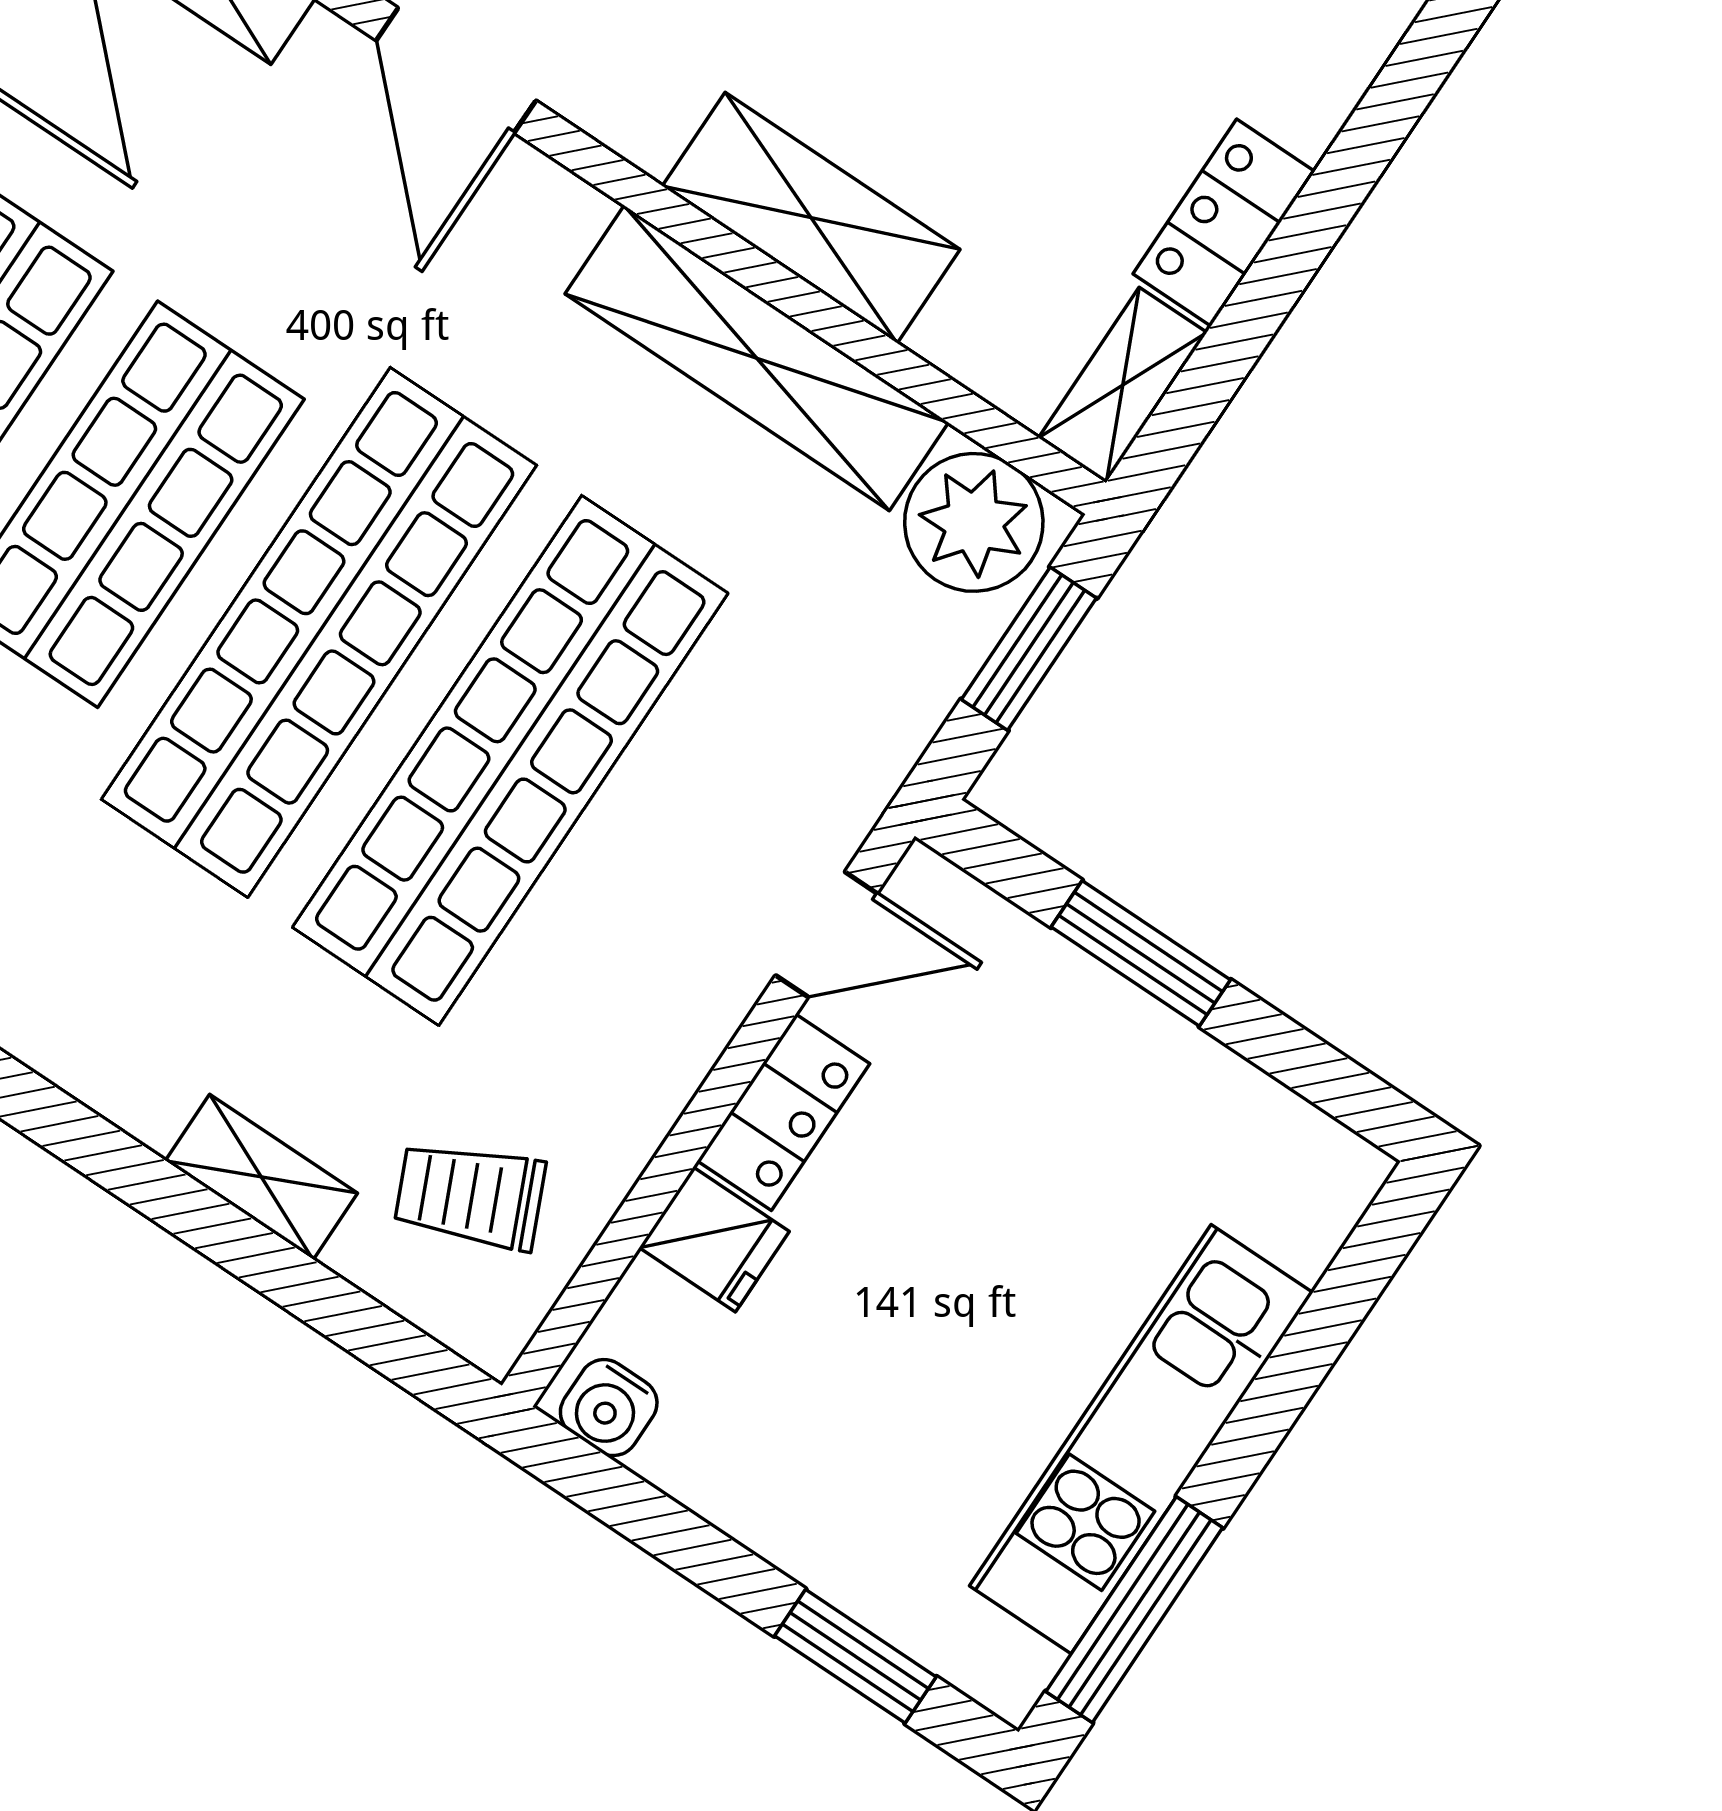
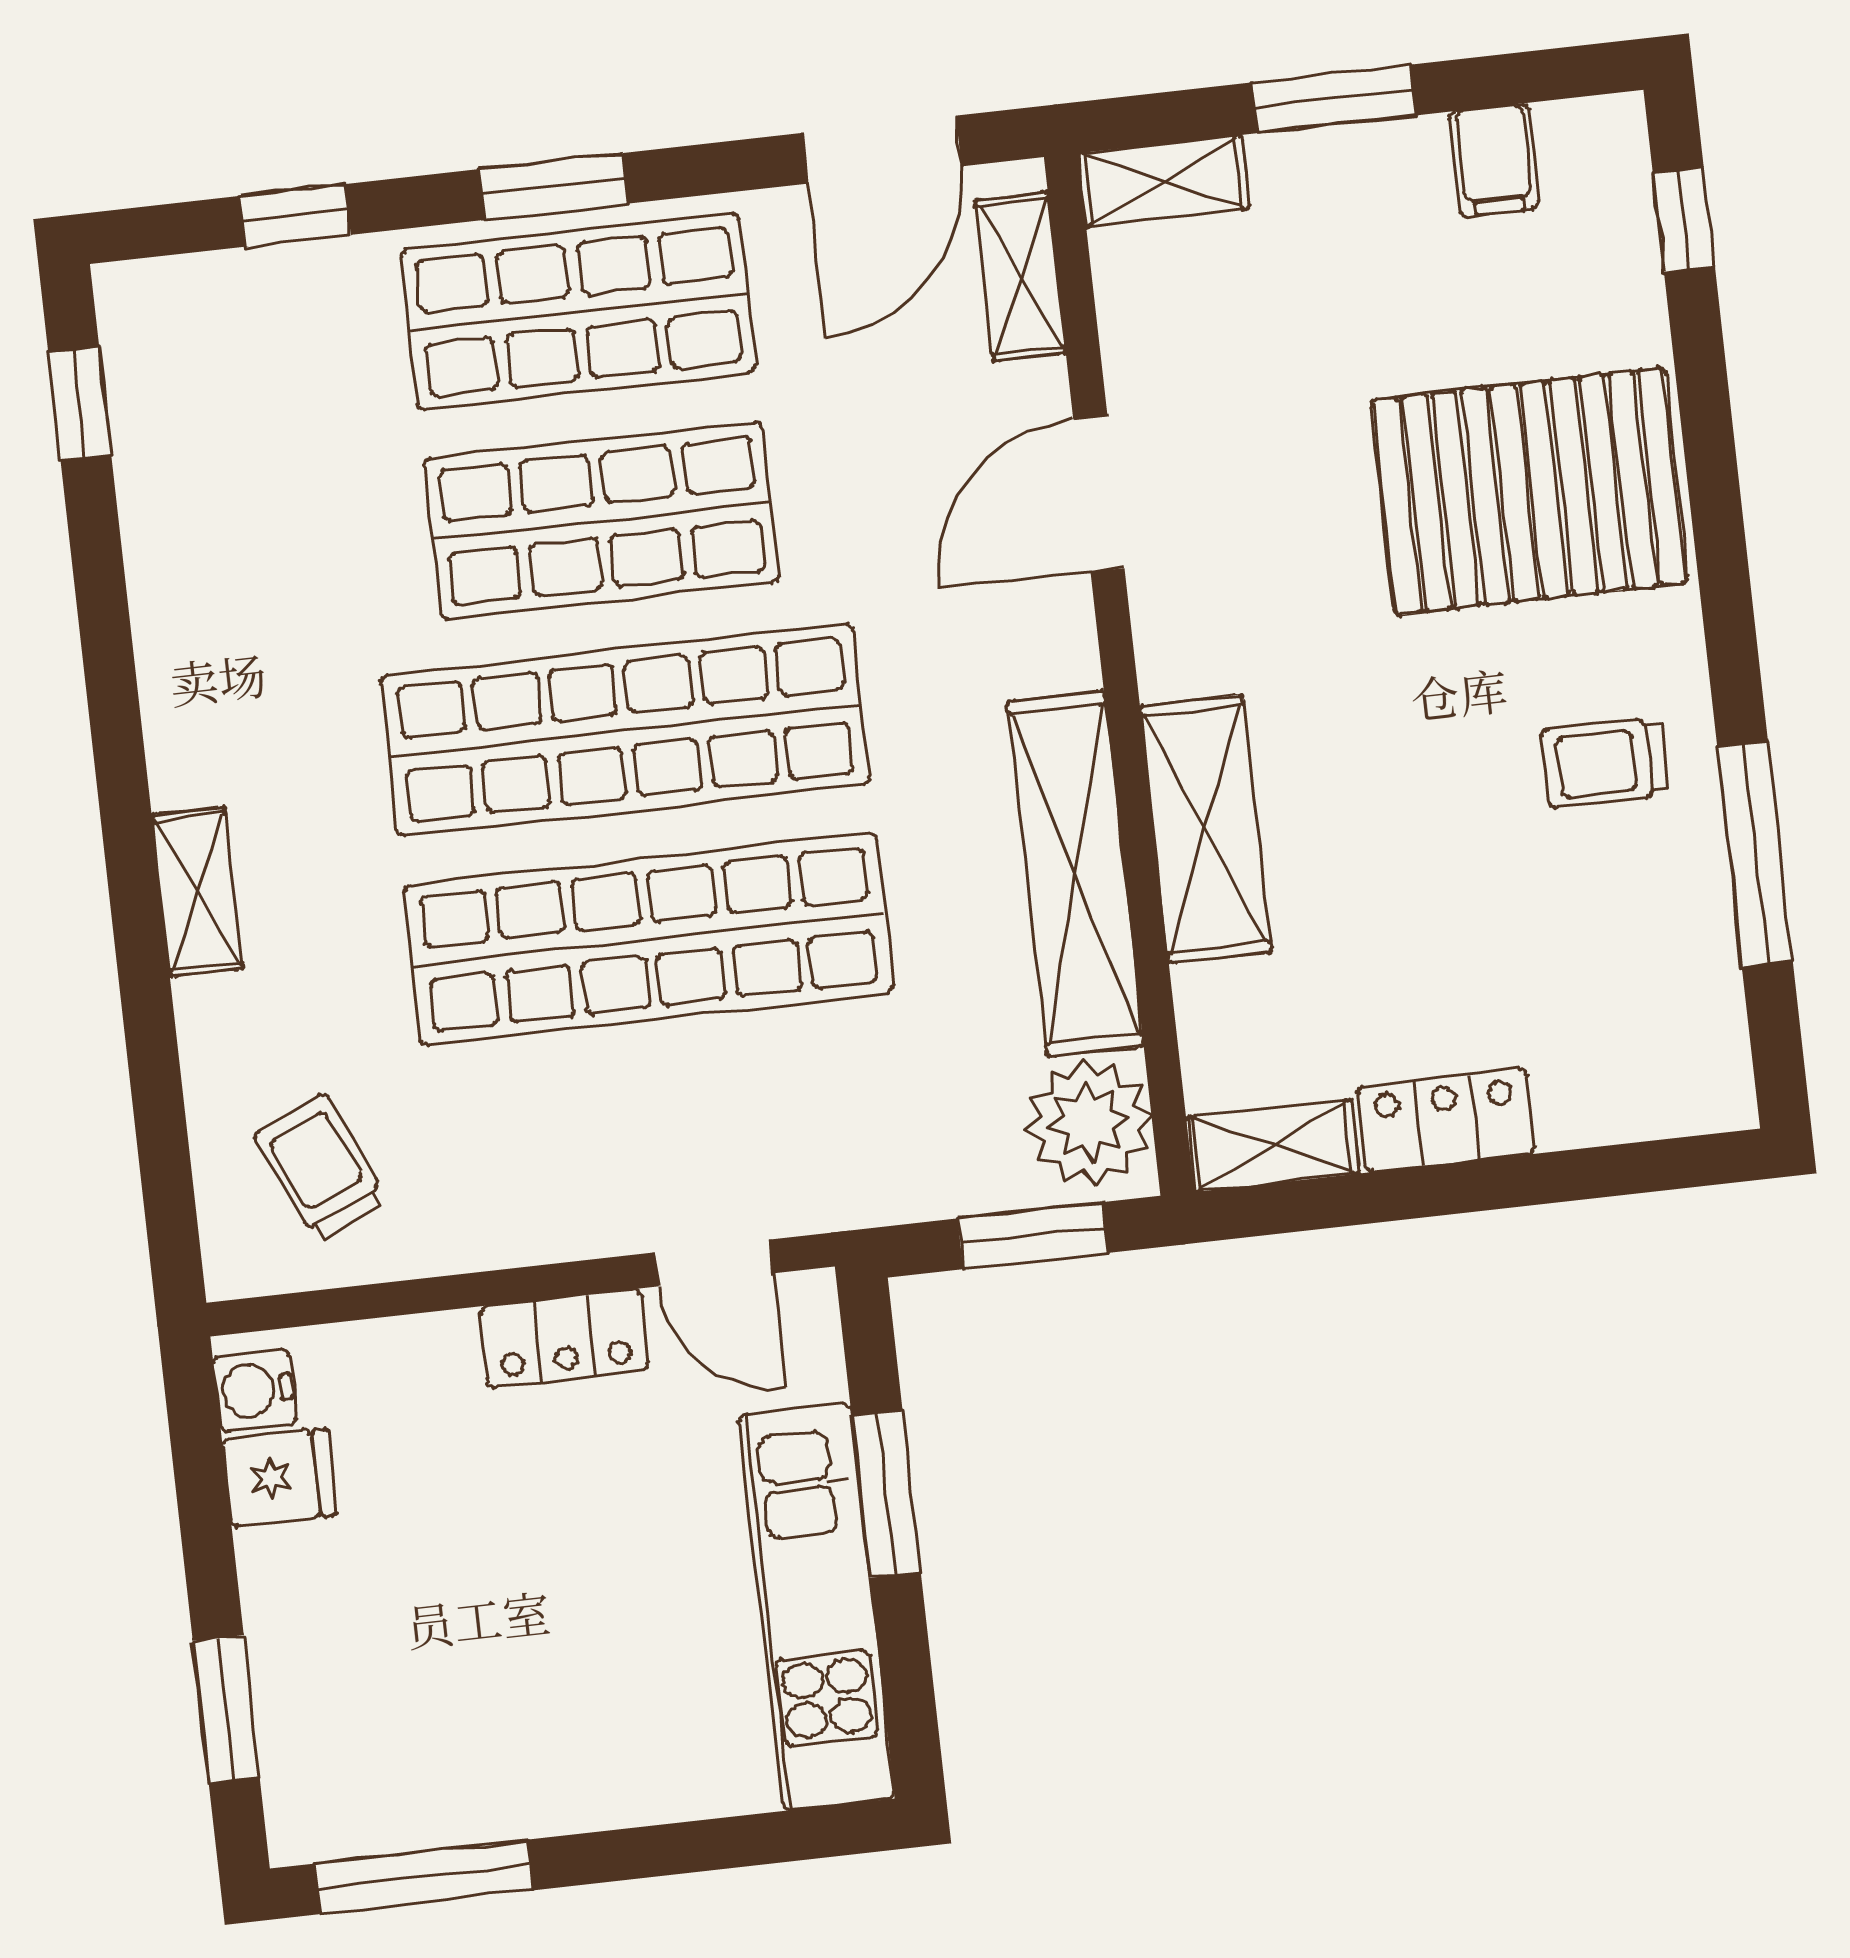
shelving: (261, 1177) -> (197, 892), moved
fridge: (714, 1240) -> (279, 1477), moved, turned -90
kitchen unit: (1141, 1439) -> (817, 1607), moved, turned -90

